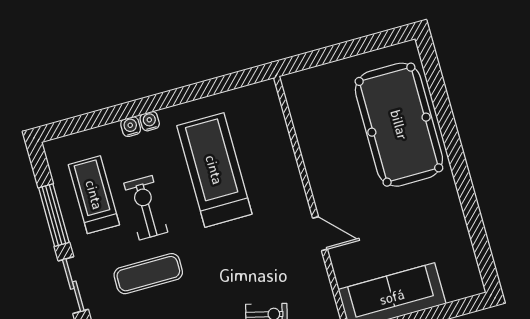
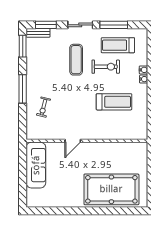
treadmill: (214, 170) -> (114, 102), width x0.73, depth x0.73
treadmill: (94, 195) -> (118, 45), turned 180

